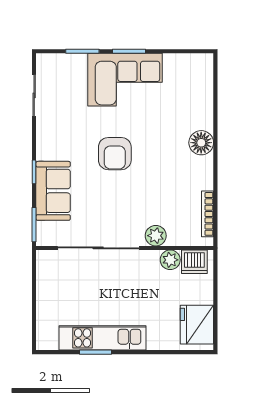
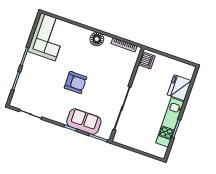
corner sofa: (125, 80) -> (48, 37), moved
floor lamp: (201, 143) -> (97, 39), moved
plant: (156, 236) -> (126, 76), removed
plant: (170, 260) -> (141, 73), removed
fridge: (197, 325) -> (179, 88), moved, turned 90

